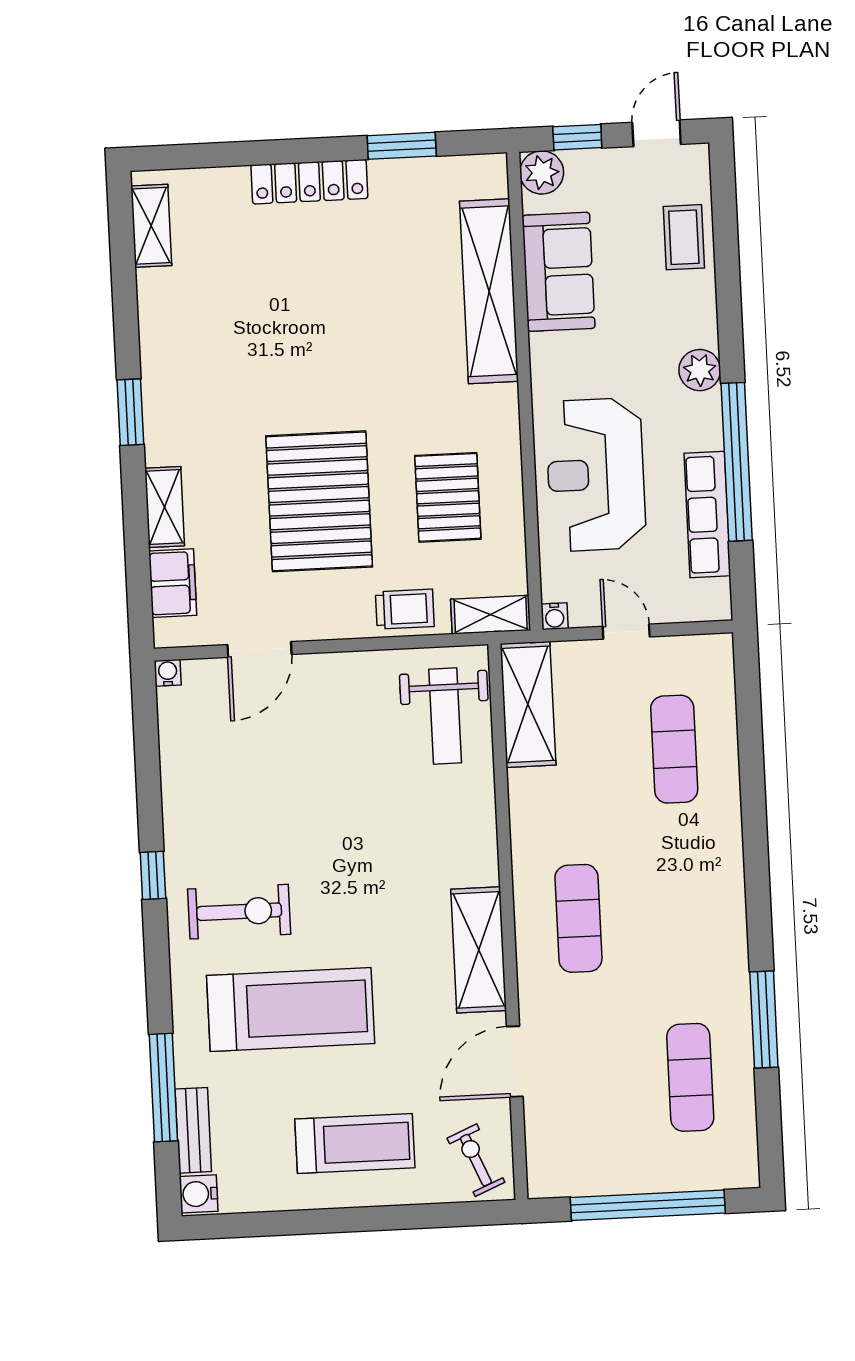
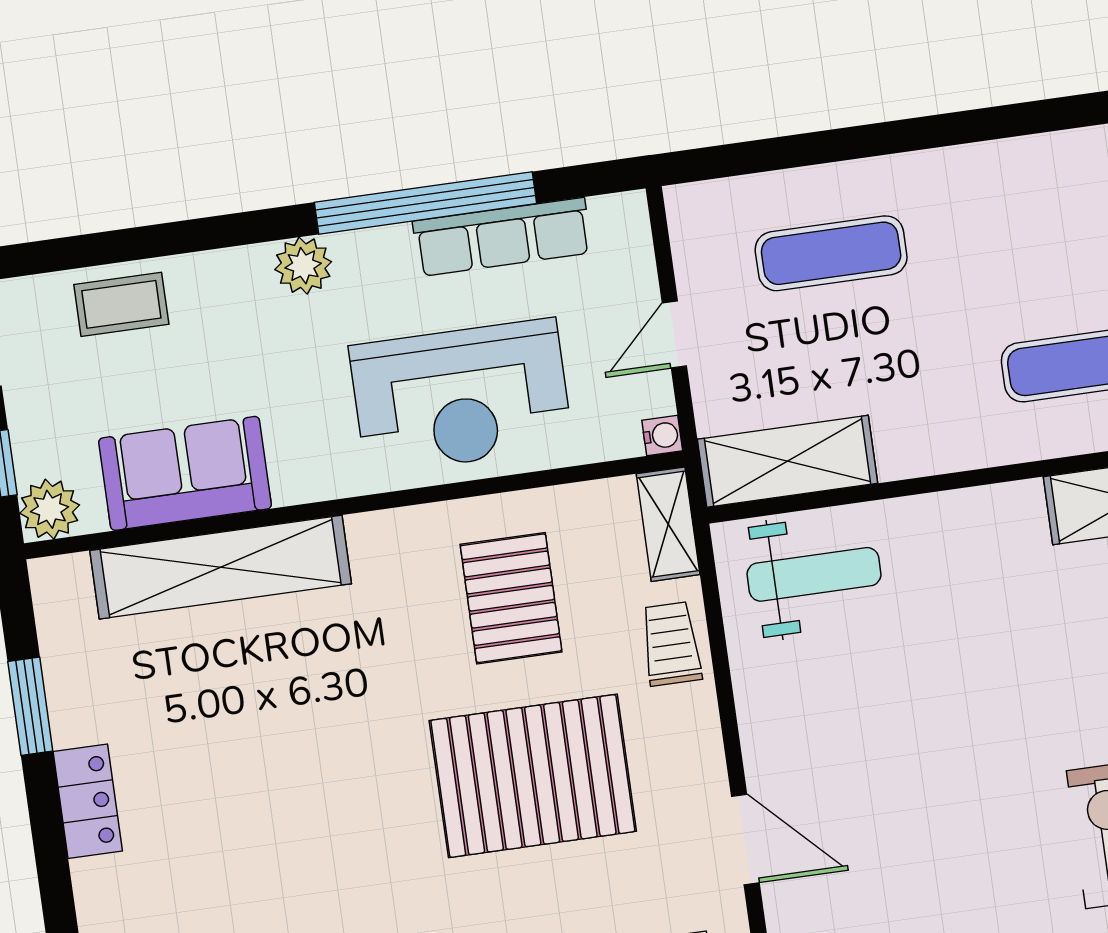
locker: (309, 182) -> (88, 801), width x0.66
pallet: (448, 497) -> (511, 598), turned 90

